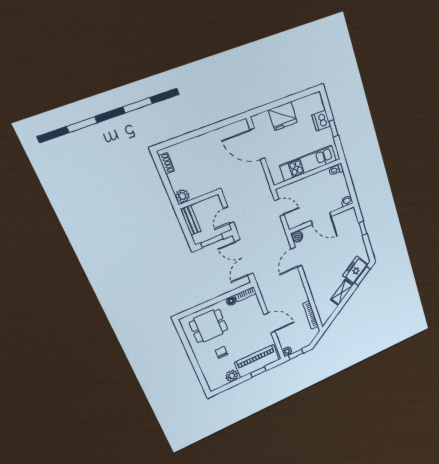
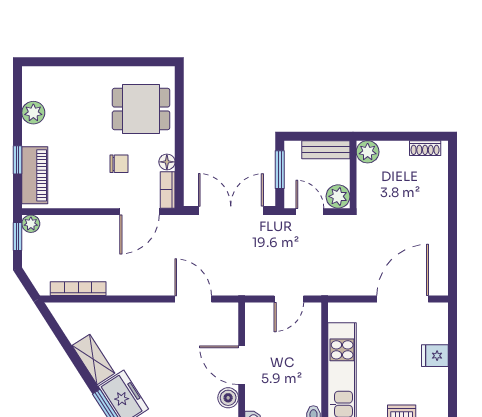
fridge: (283, 116) -> (435, 356), width x0.53, depth x0.75
plant: (214, 203) -> (338, 196), added
door: (321, 218) -> (242, 365), hinge flipped
boiler: (297, 237) -> (228, 398), moved
door: (270, 323) -> (140, 212), moved
dining table: (209, 326) -> (141, 109), turned 90
chair: (221, 352) -> (119, 164), moved
piano: (257, 361) -> (35, 175), width x0.73, depth x0.75

